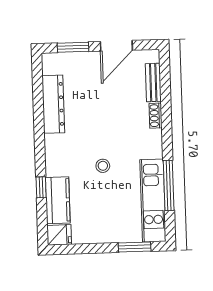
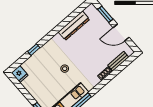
kitchen counter: (58, 200) -> (34, 61), removed

